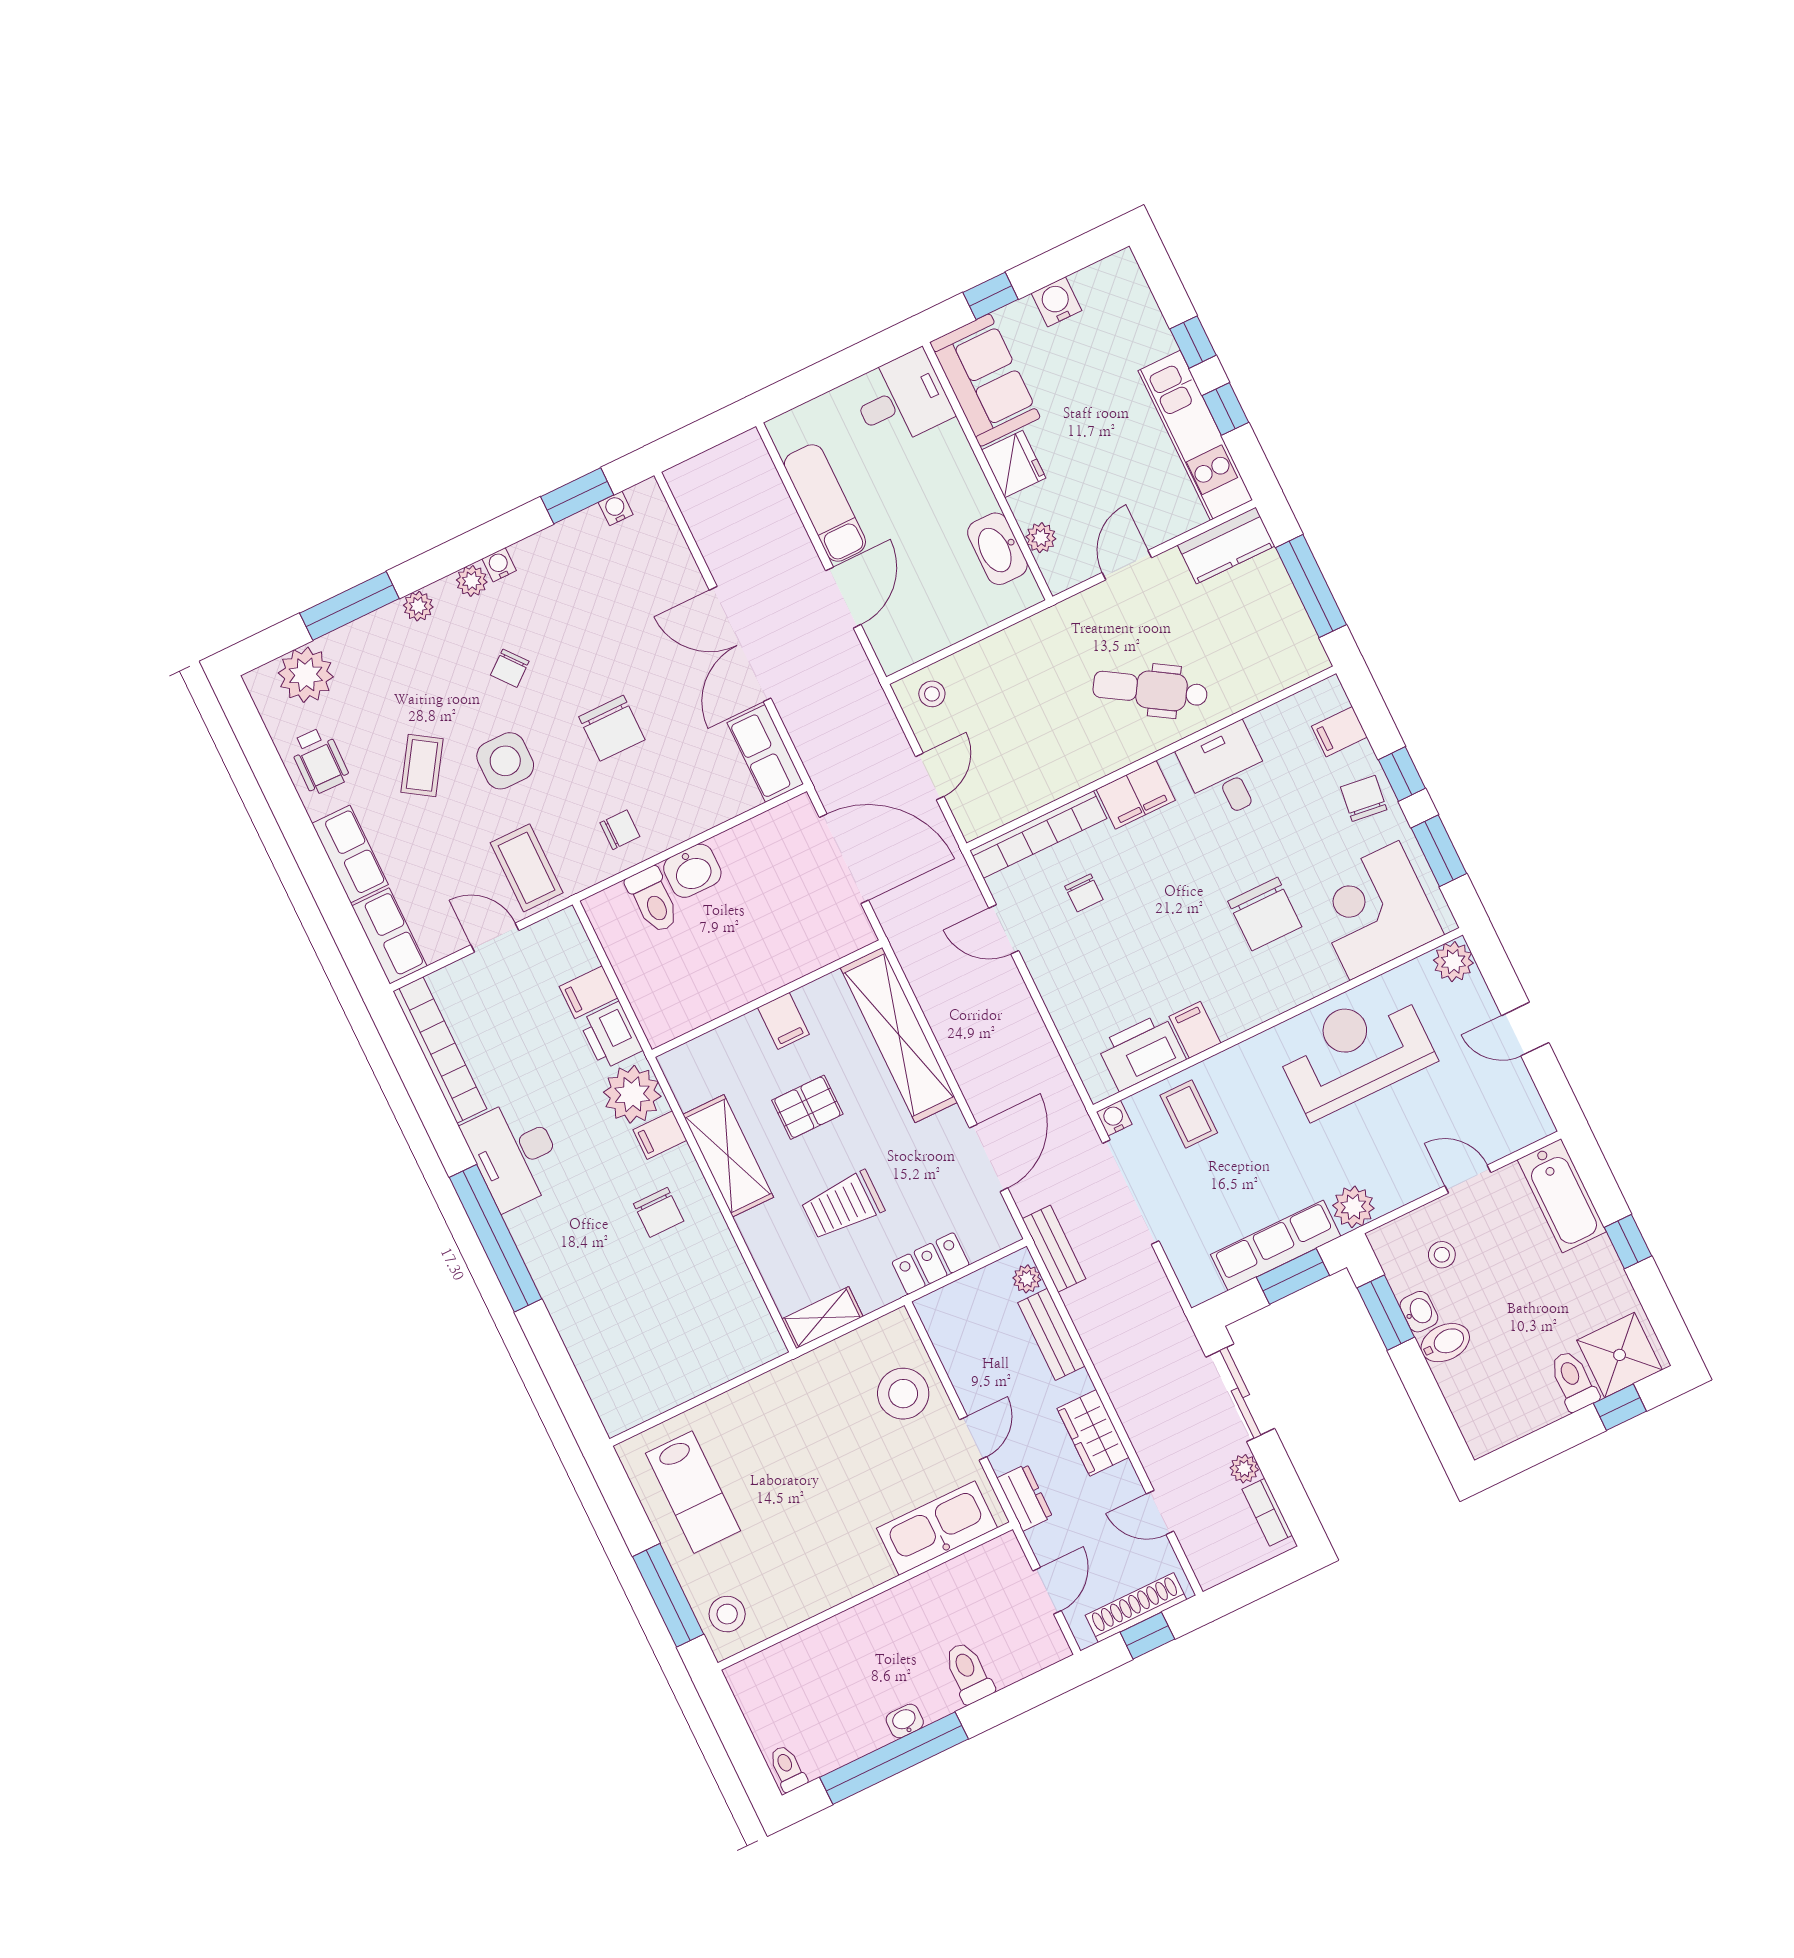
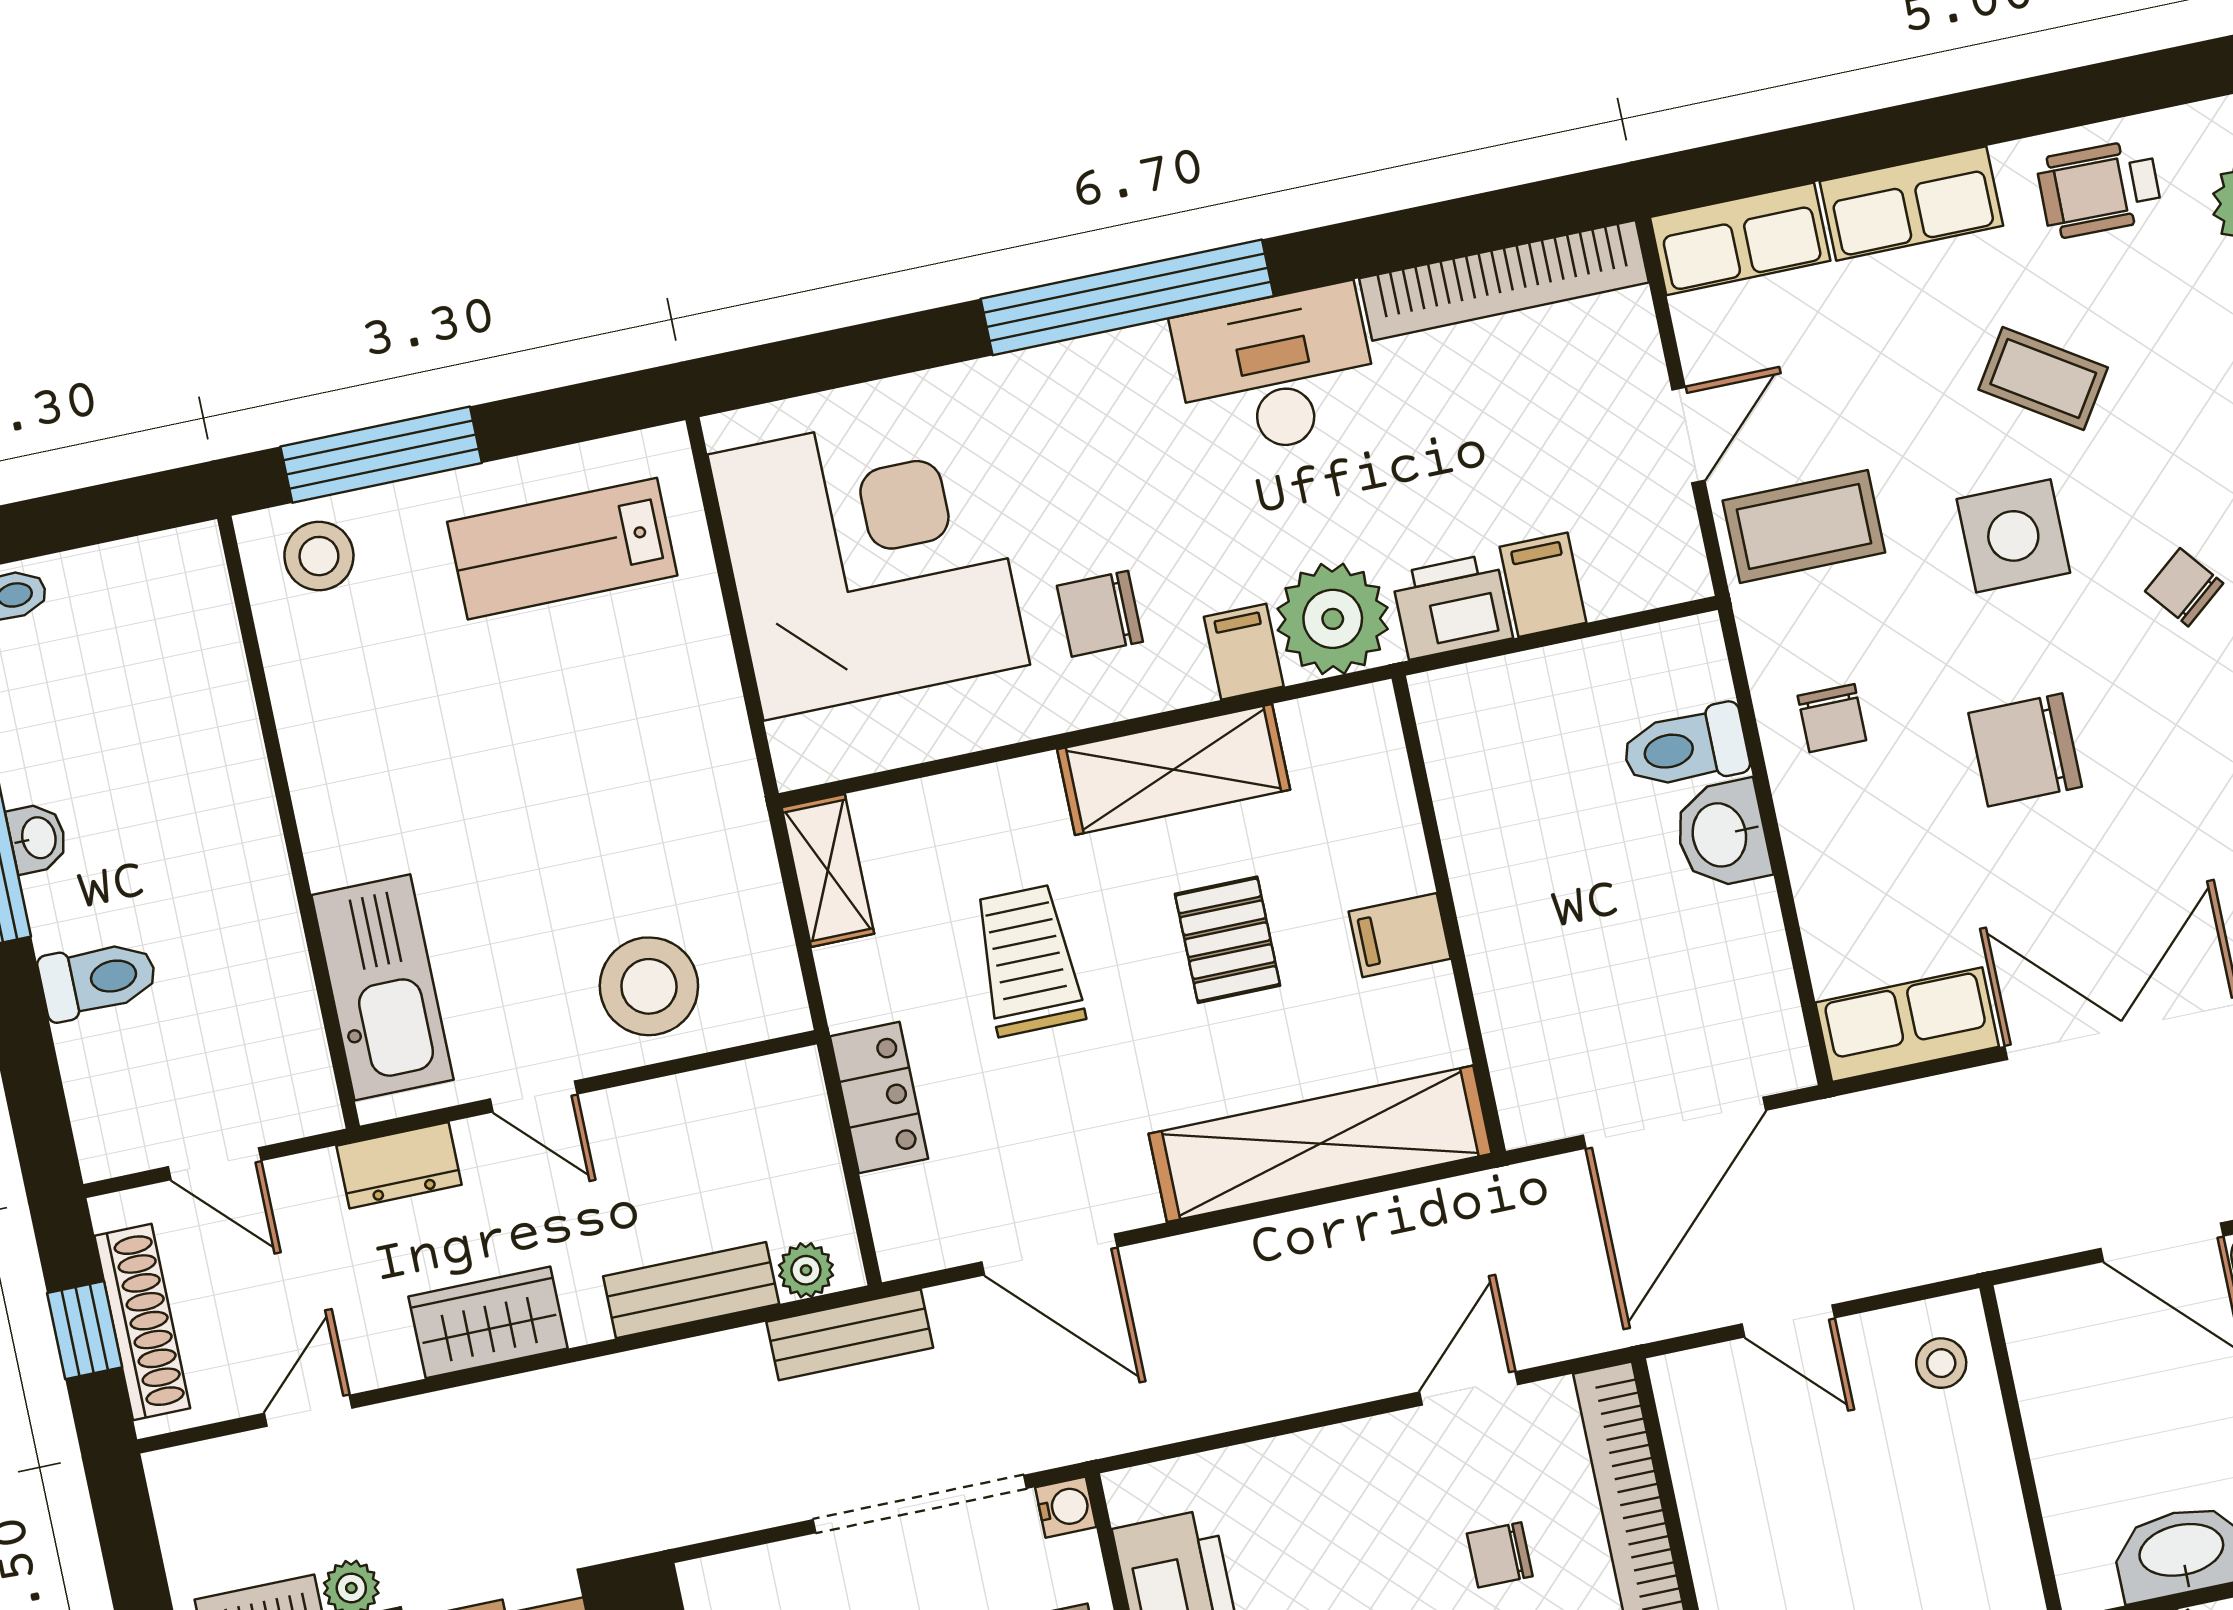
corner desk: (660, 1336) -> (869, 560), added

